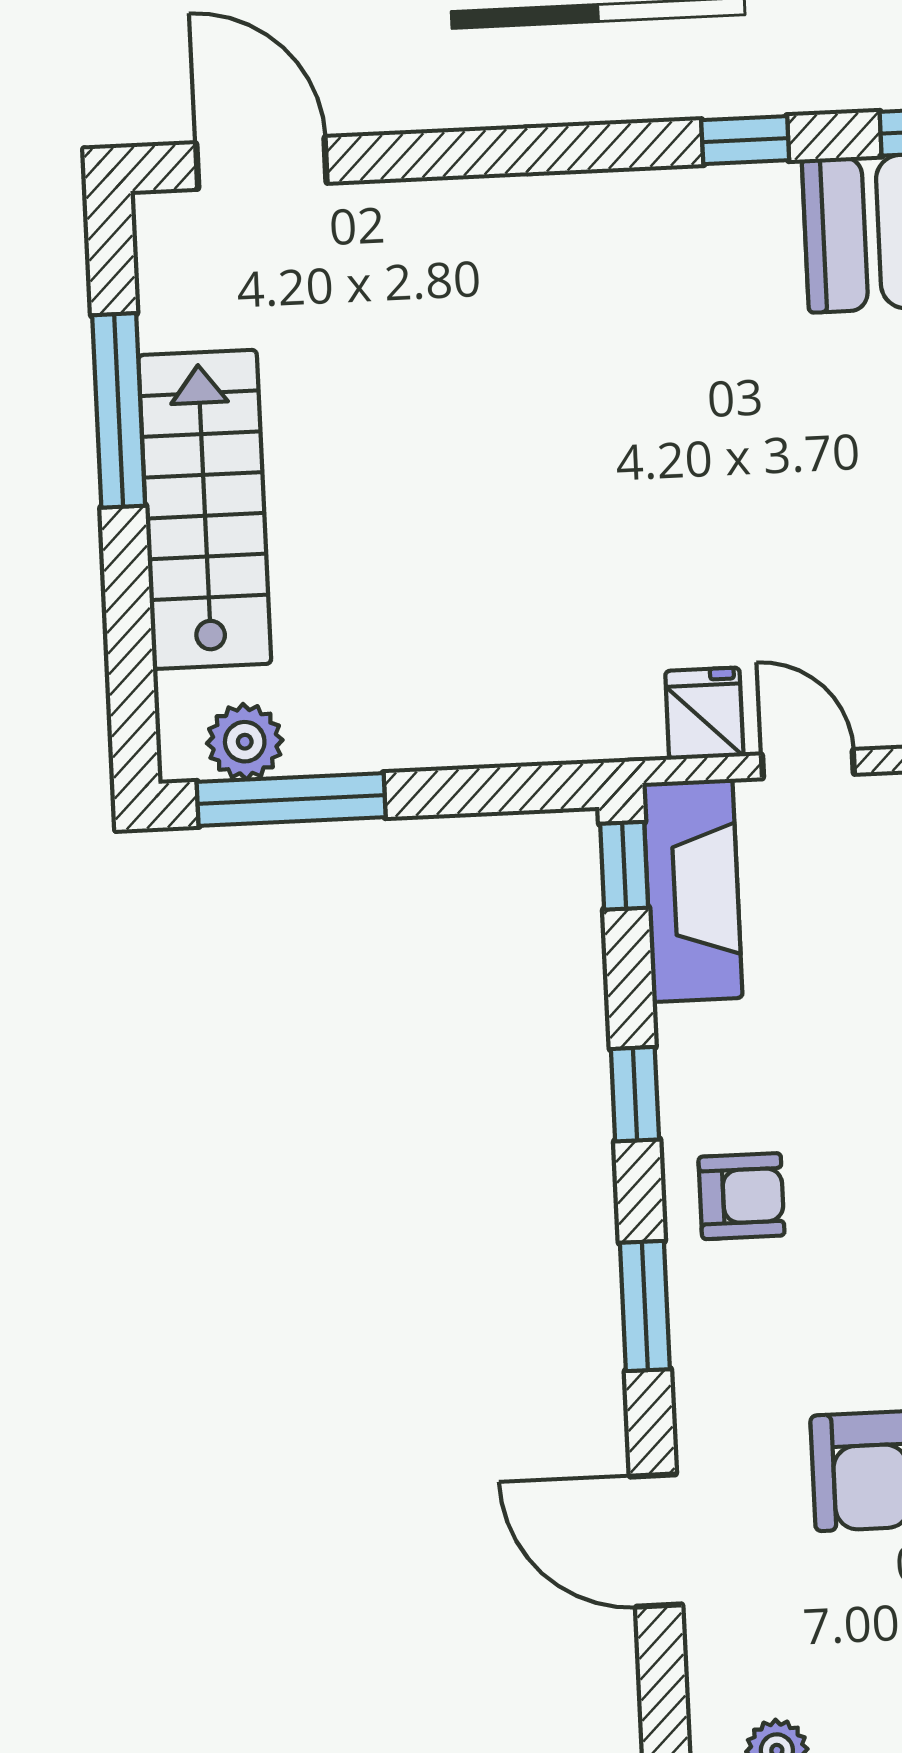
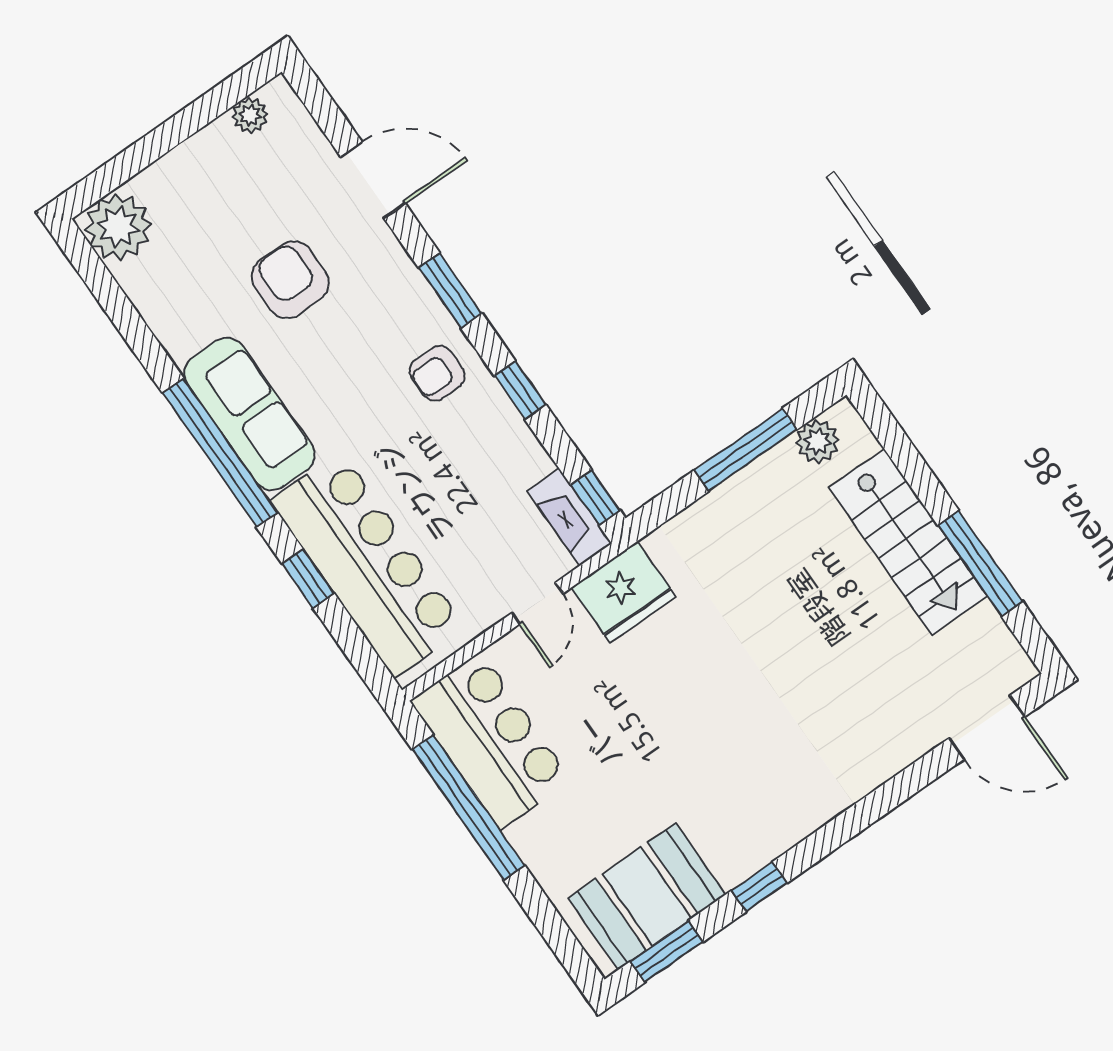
fridge: (704, 714) -> (624, 592), width x1.88, depth x1.34
door: (808, 764) -> (537, 603), hinge flipped
window: (291, 800) -> (746, 450), moved
fireplace: (692, 890) -> (570, 517), width x0.73, depth x0.76

